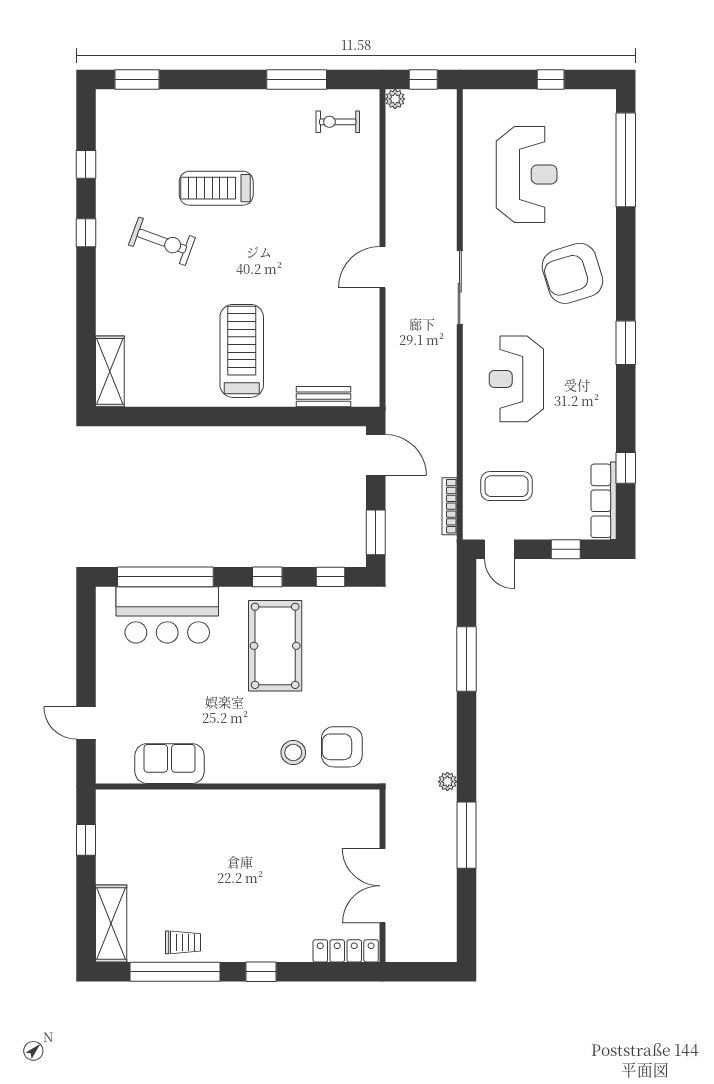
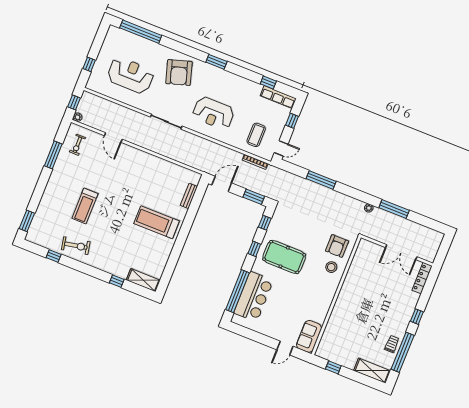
window: (551, 80) -> (89, 64), moved
window: (86, 233) -> (117, 281), moved
exercise bike: (162, 241) -> (76, 246), moved, turned 59
door: (382, 267) -> (113, 138), moved
sofa: (170, 764) -> (309, 336), moved

